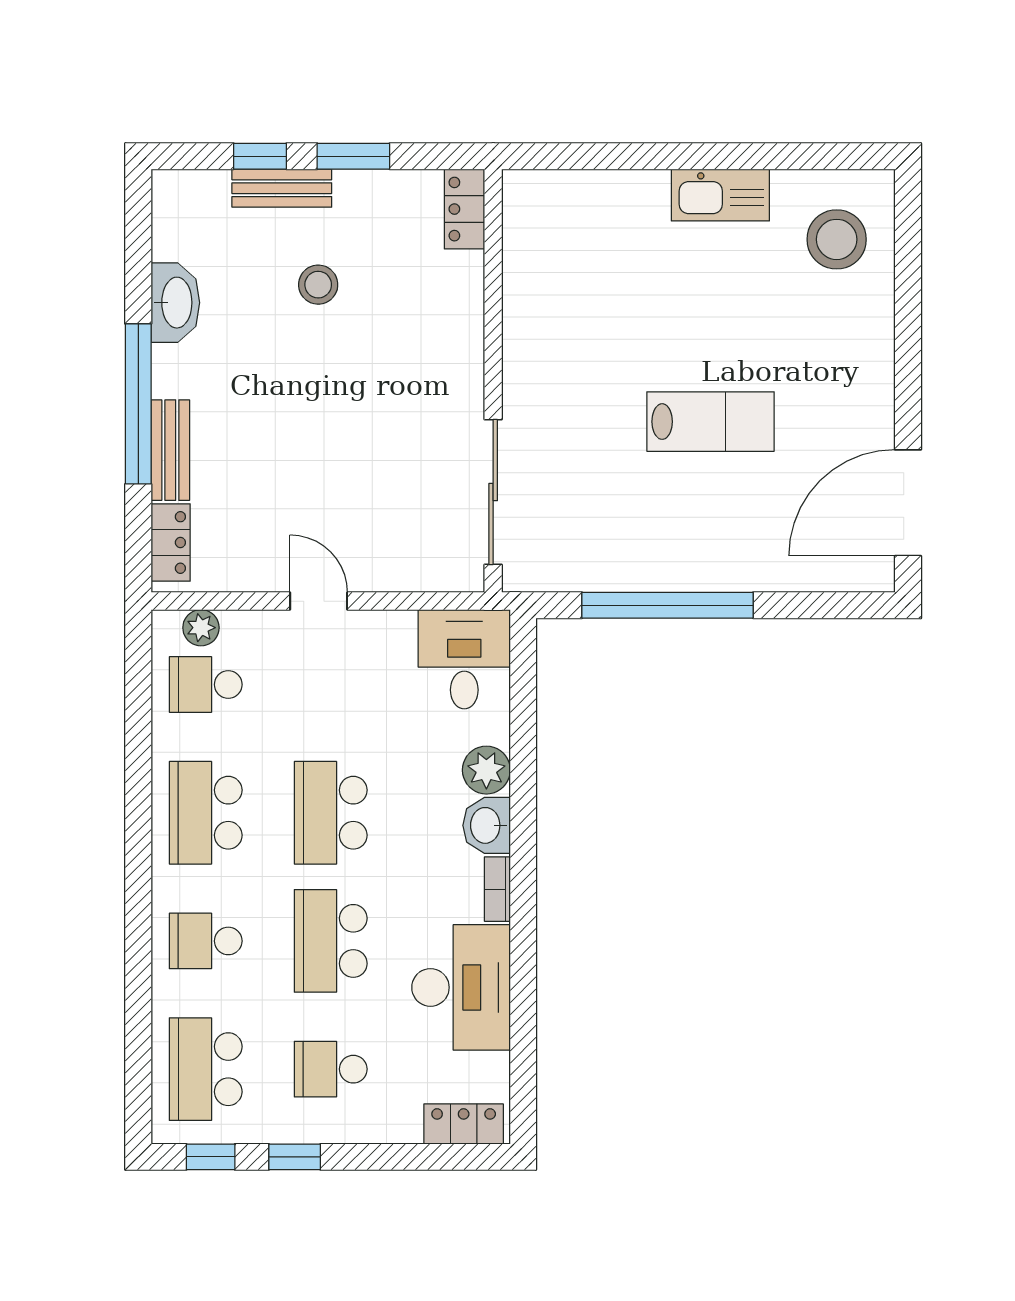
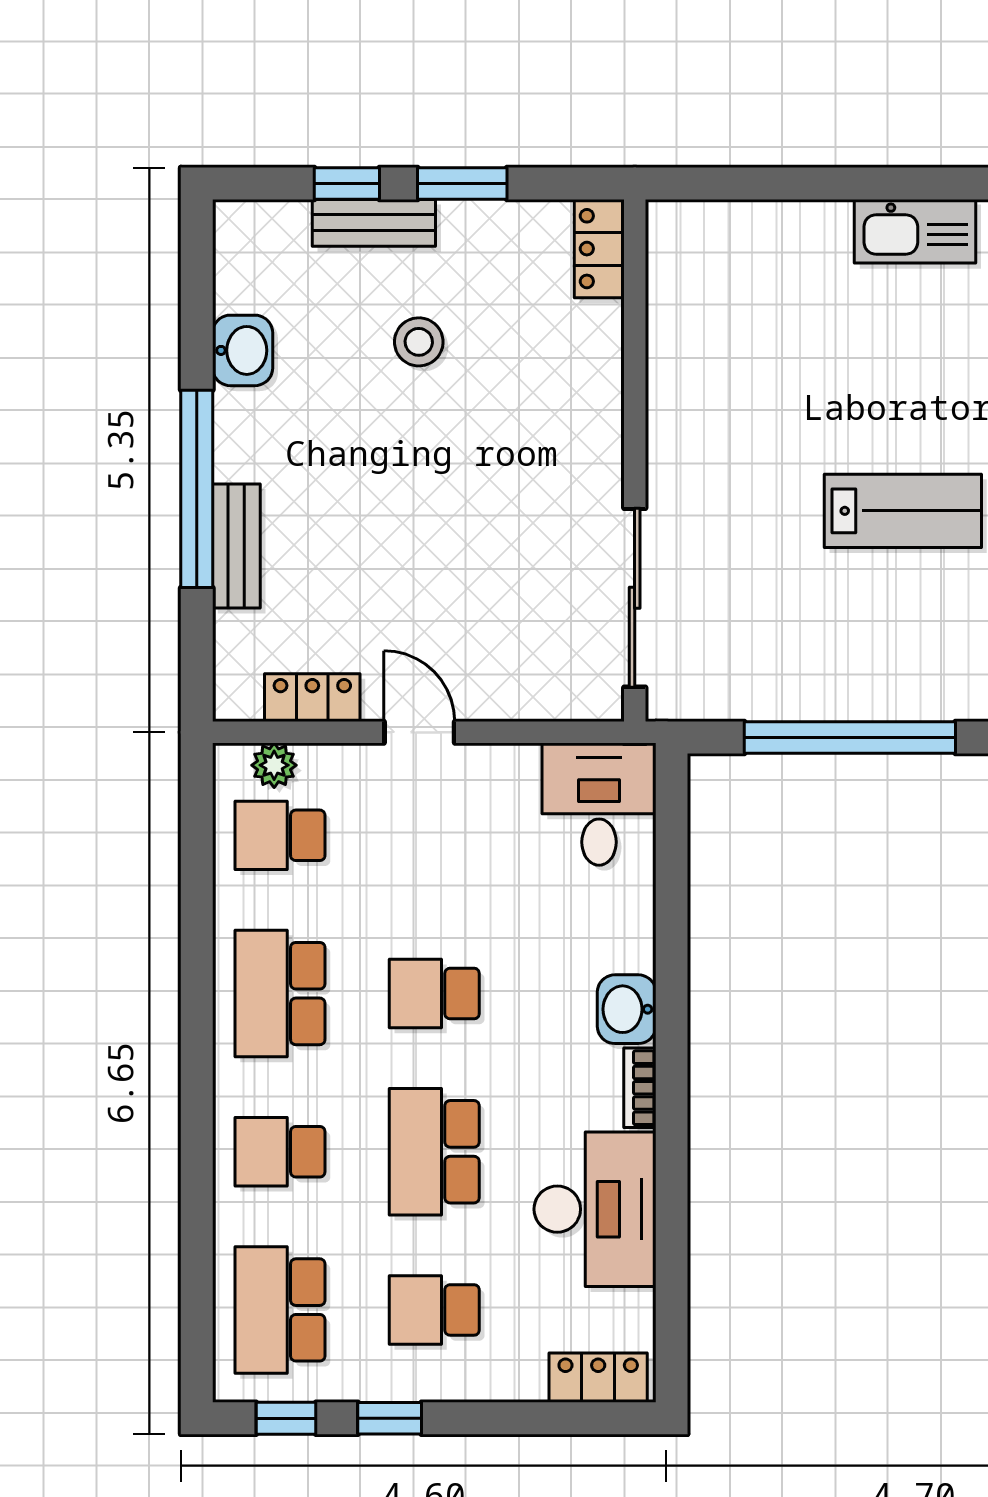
washbasin: (175, 303) -> (243, 350), width x0.72
locker: (171, 542) -> (312, 698), moved, turned -90
plant: (486, 770) -> (626, 941), removed
school desk: (331, 813) -> (434, 994), width x0.54

